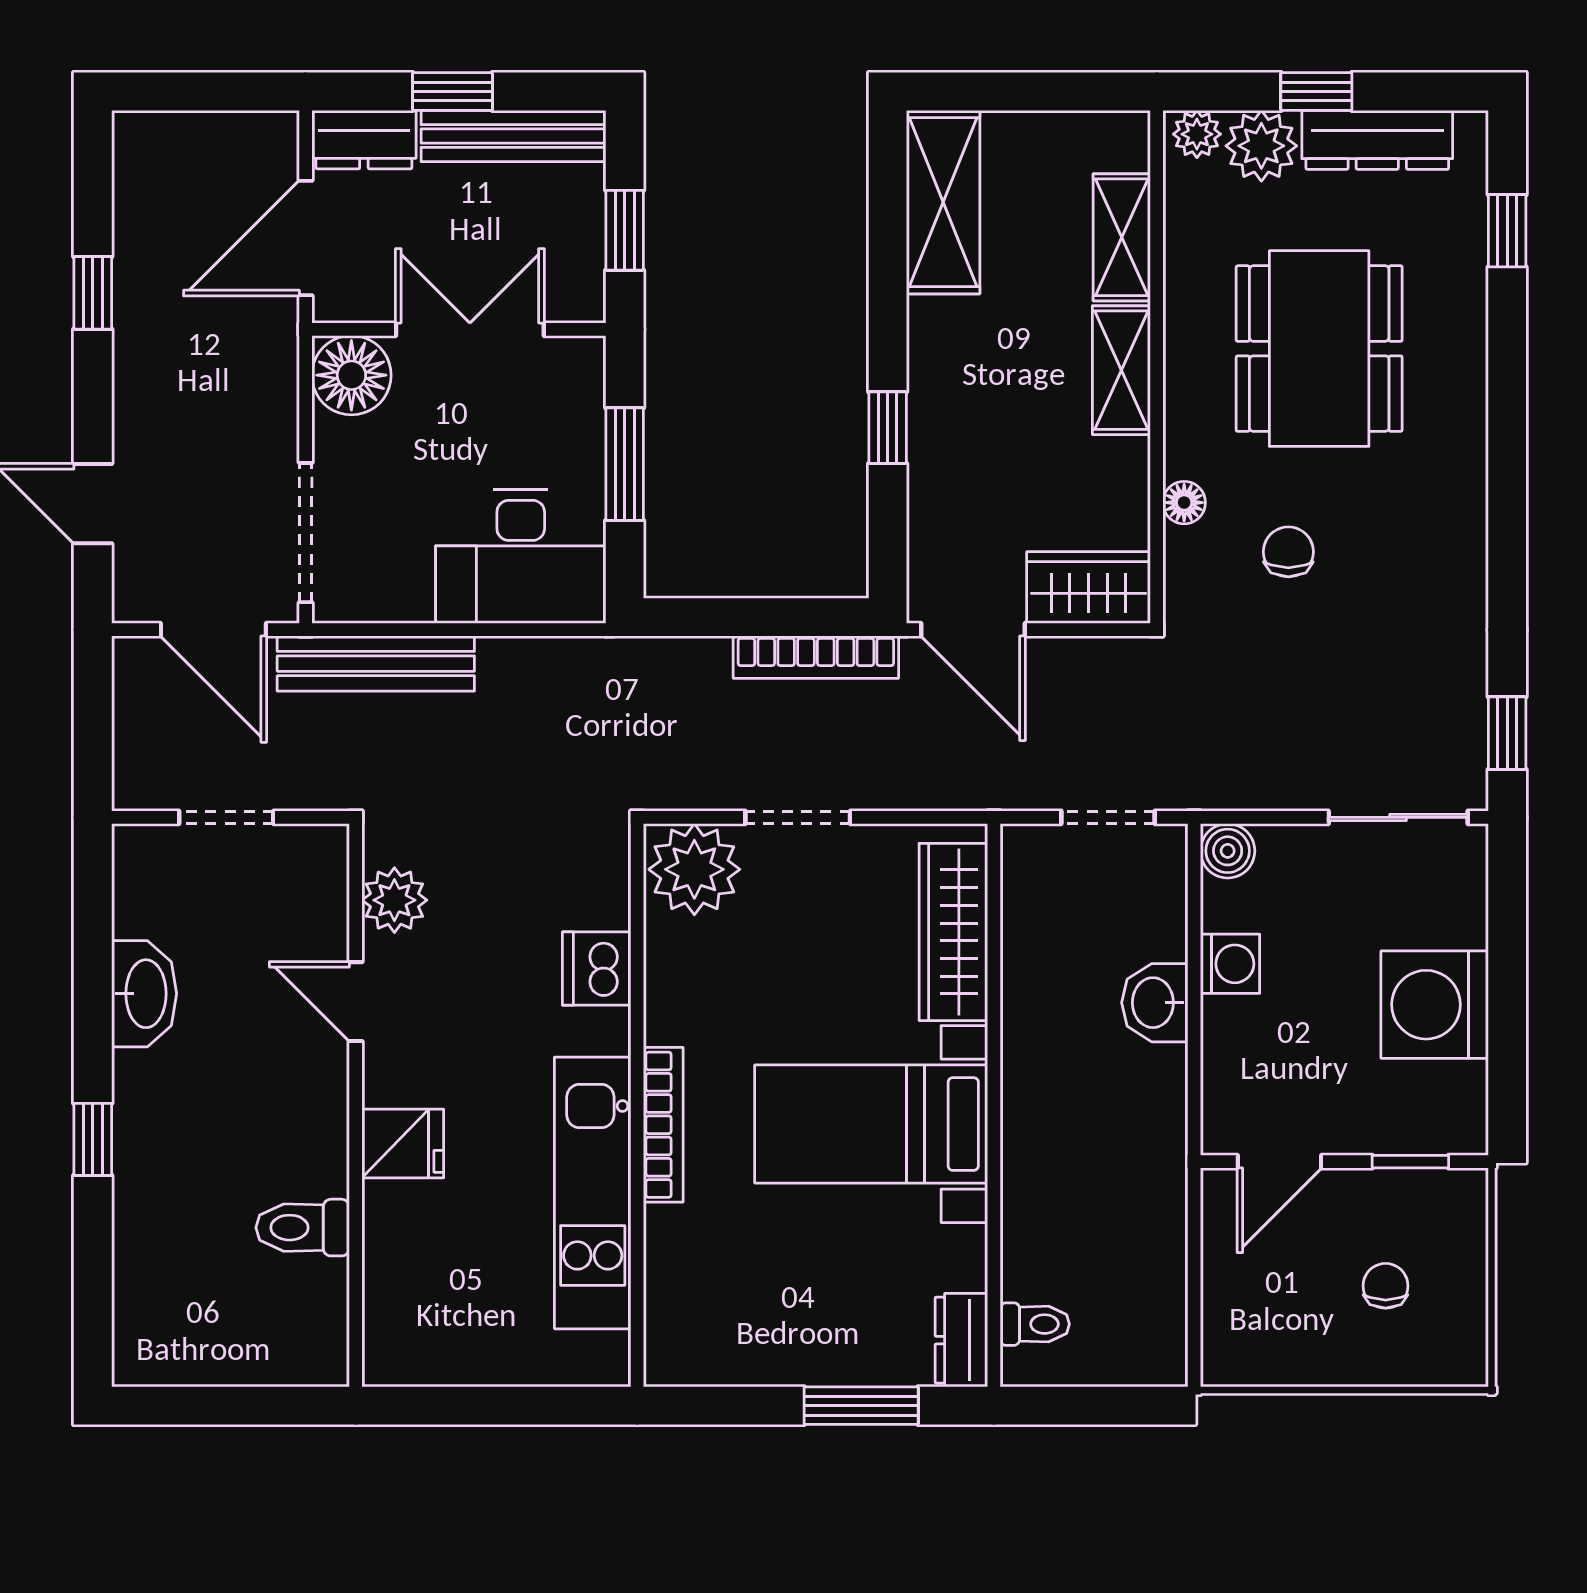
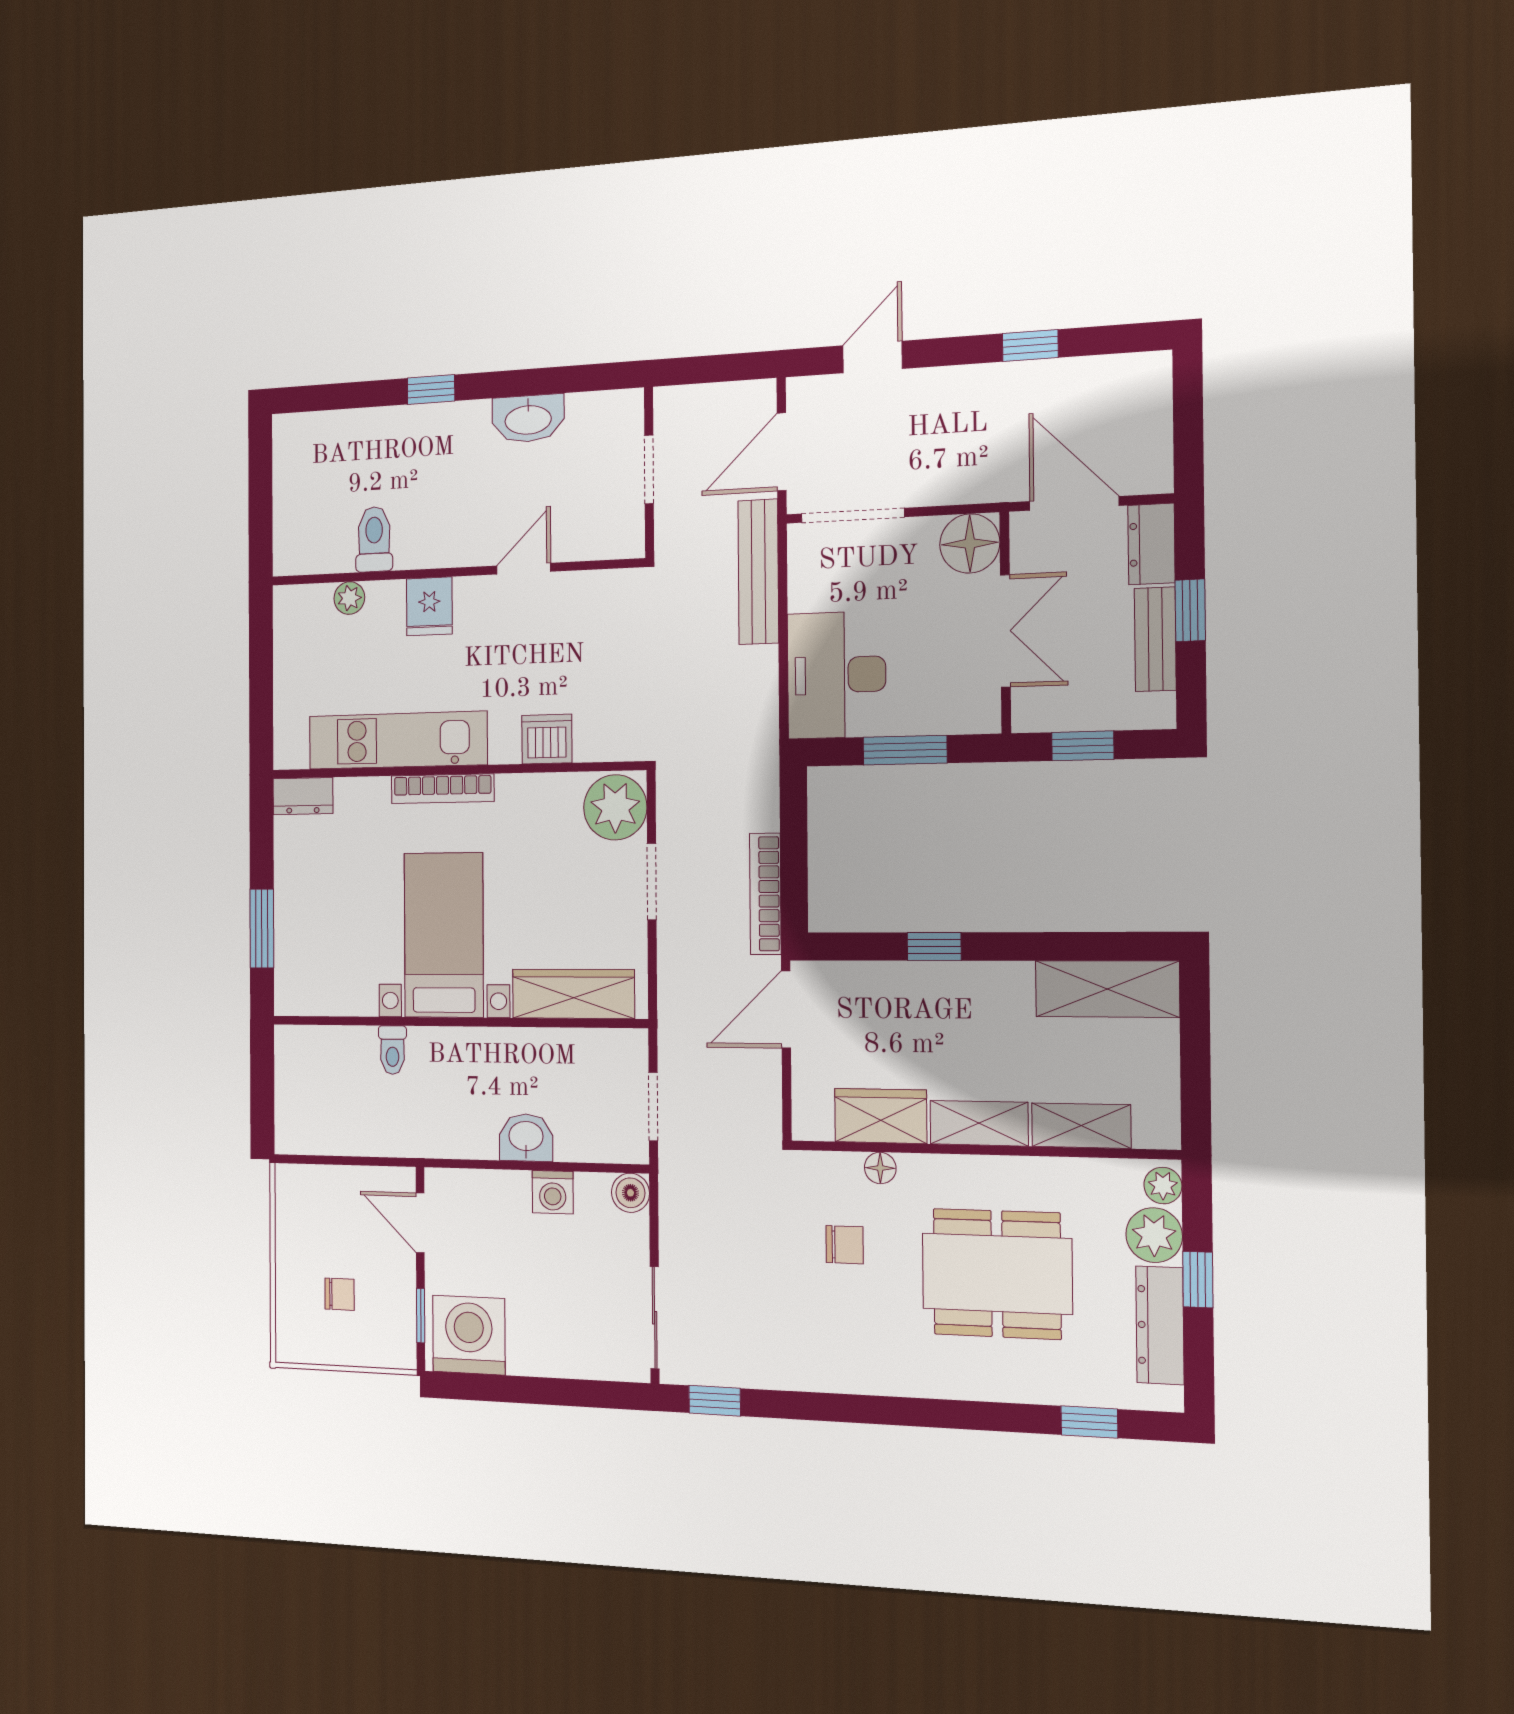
bench: (513, 136) -> (1155, 639), width x0.73
wardrobe: (1089, 588) -> (881, 1116), moved, turned -90
plant: (394, 900) -> (349, 598), moved, width x0.73, depth x0.73
washing machine: (1435, 1005) -> (469, 1335), moved
toilet: (1035, 1324) -> (392, 1050), moved
dresser: (961, 1340) -> (303, 796), moved, turned 180

